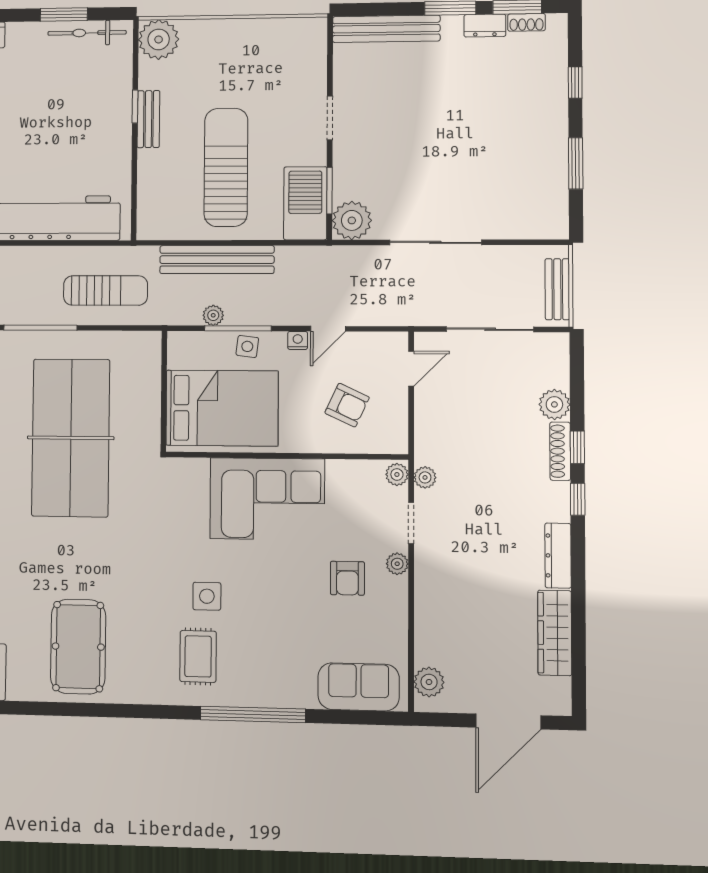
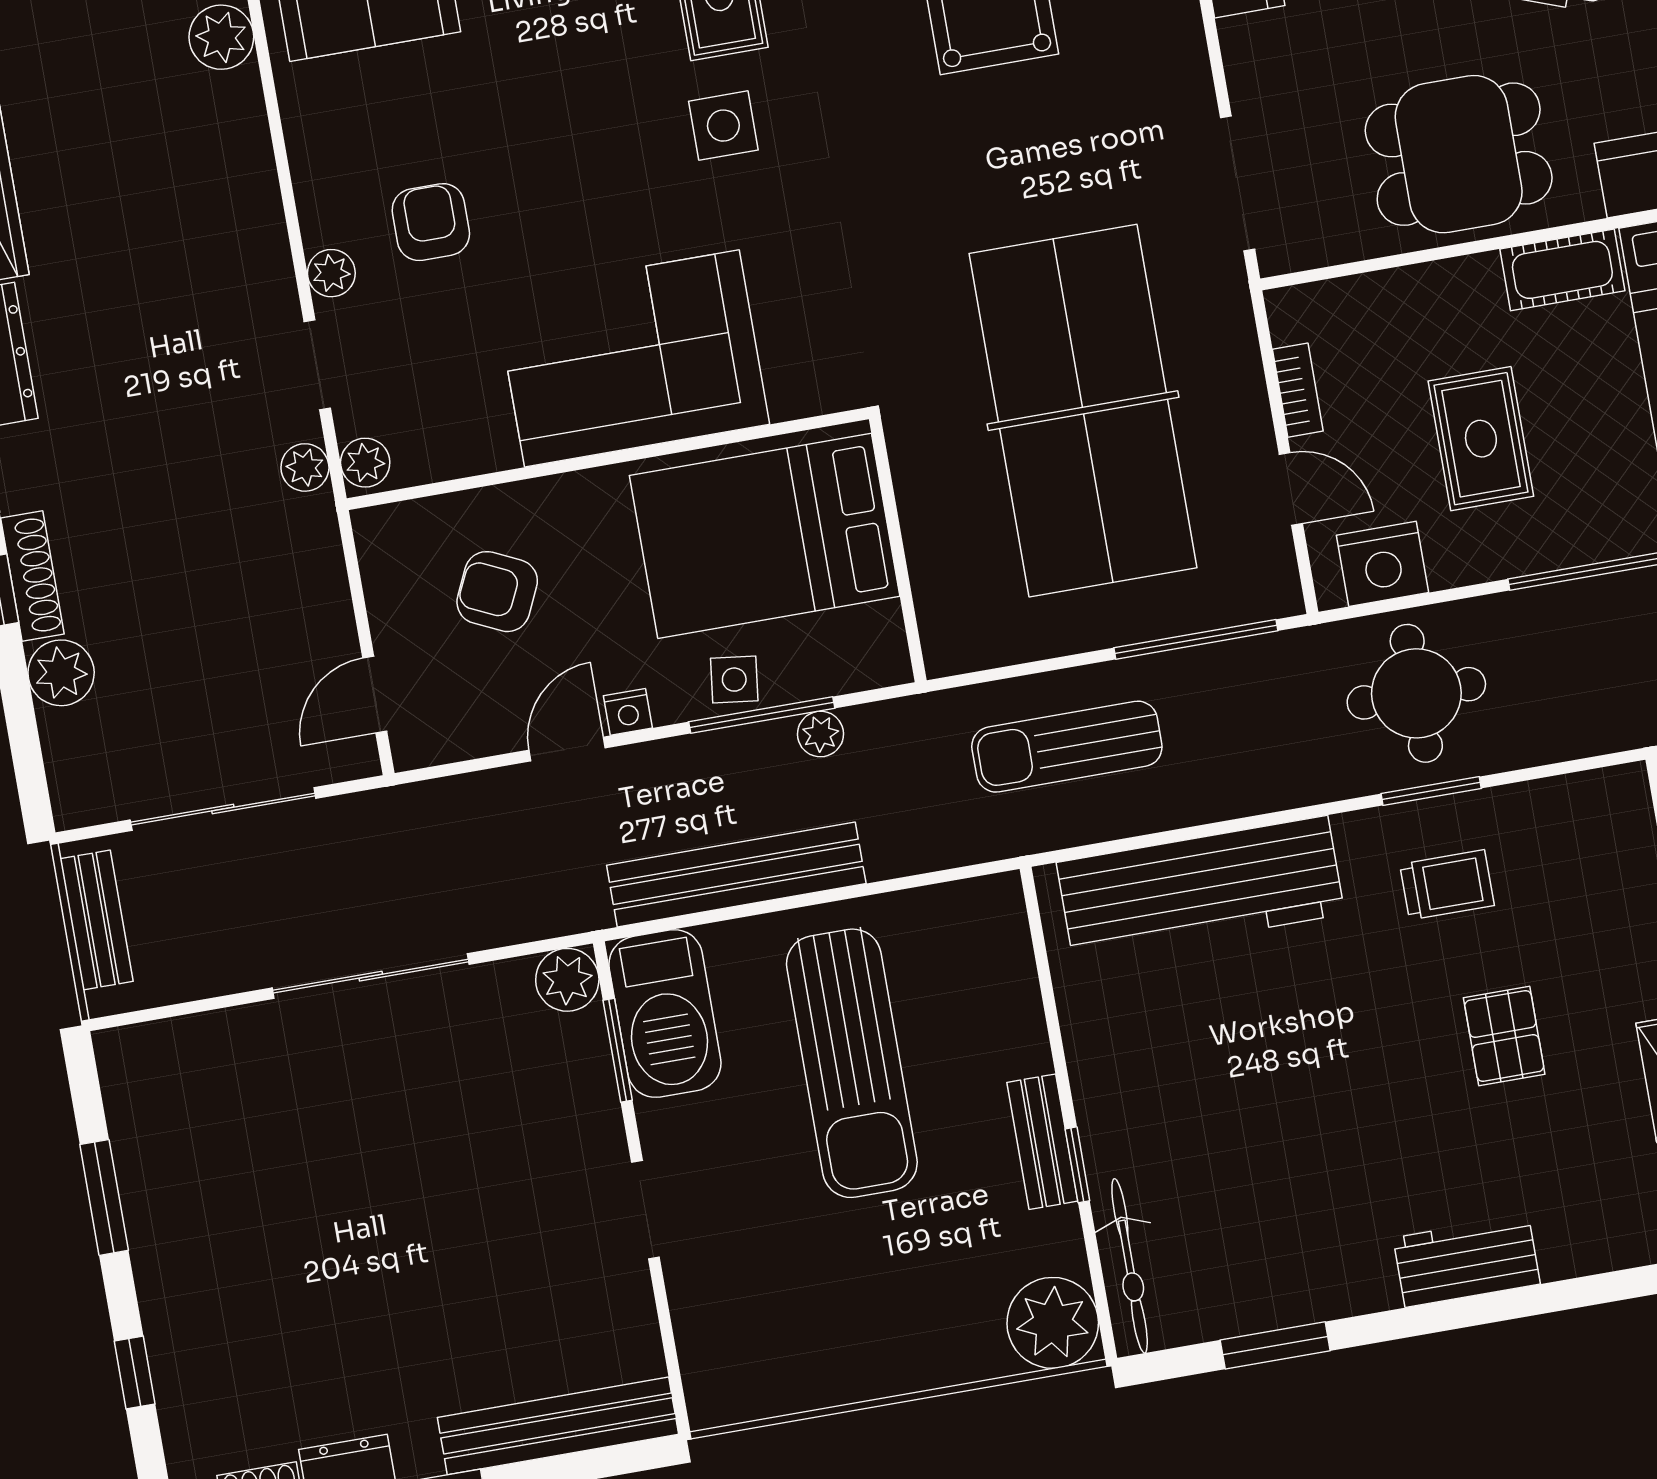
bicycle: (87, 33) -> (1130, 1266), moved, turned 90
plant: (352, 220) -> (567, 980), width x0.73, depth x0.73
bench: (217, 260) -> (736, 874), moved

